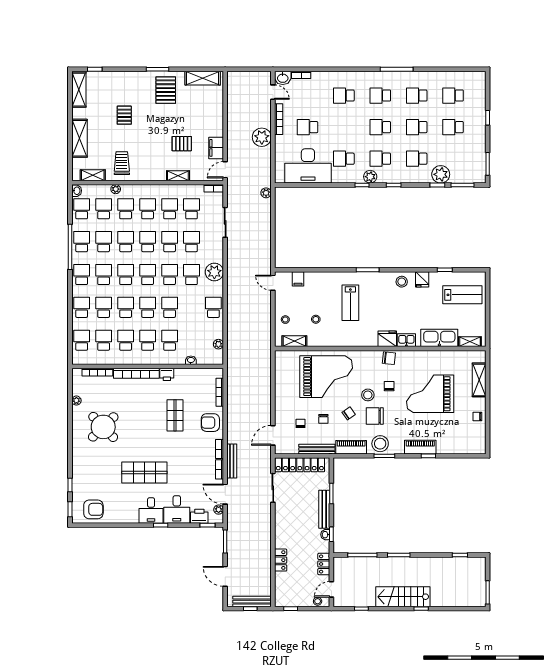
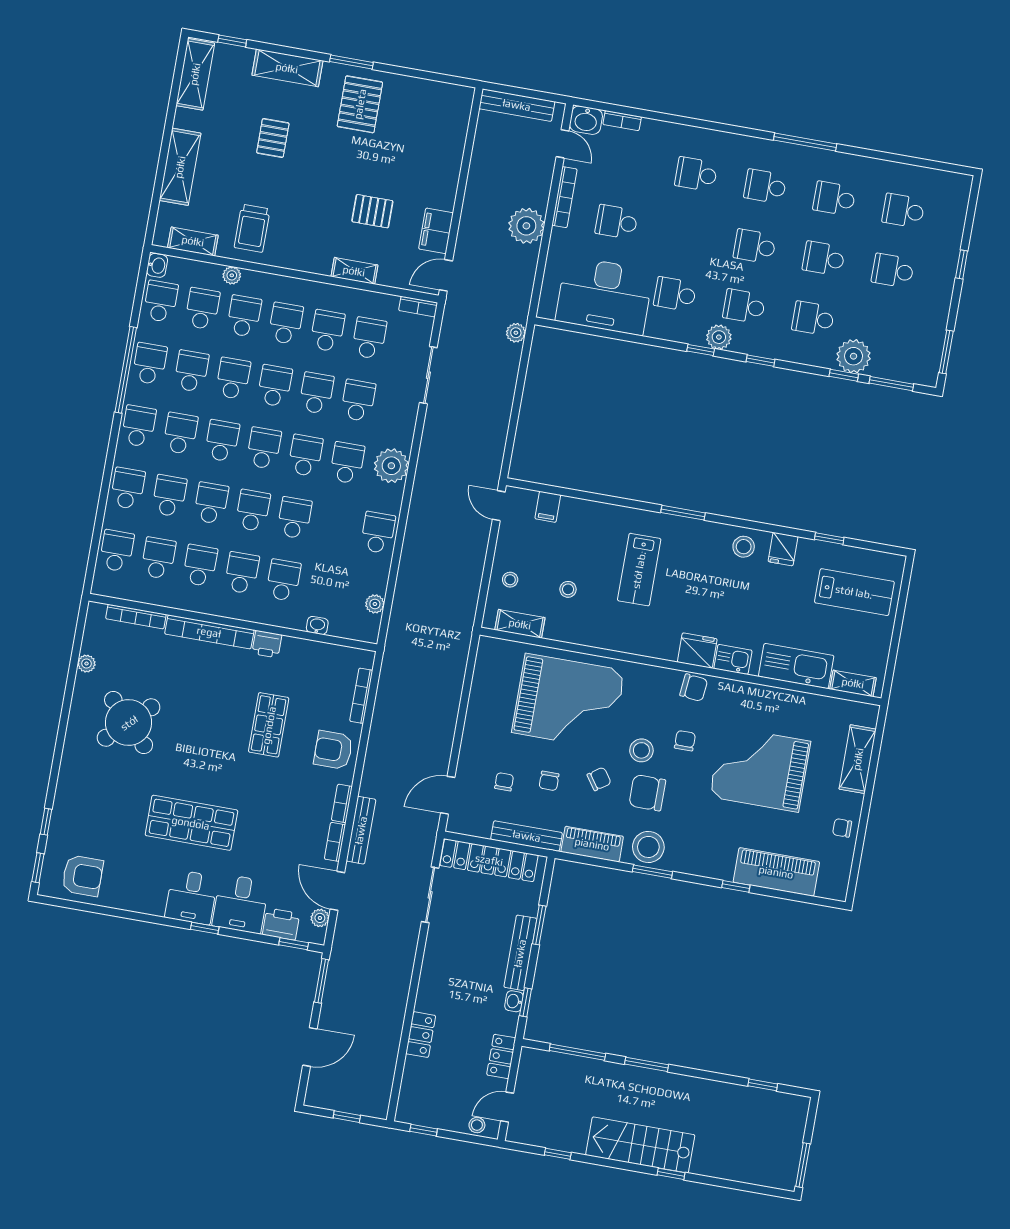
shelving: (203, 78) -> (287, 68), moved
trolley: (122, 163) -> (252, 228), turned 180
piano: (420, 447) -> (776, 872), moved, width x1.37, depth x1.33
door: (225, 576) -> (310, 1047), swing flipped
bench: (252, 602) -> (517, 105), moved

